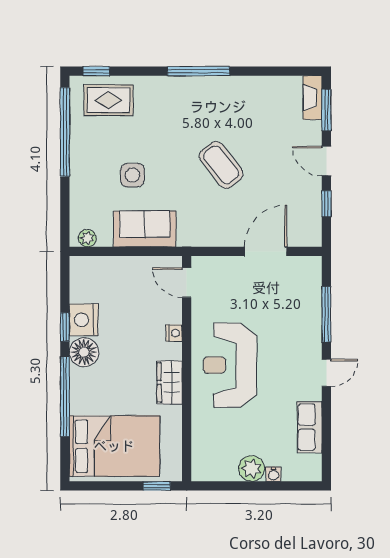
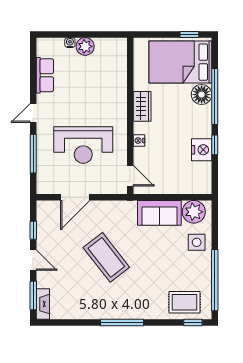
coffee table: (221, 165) -> (106, 257), width x1.36, depth x1.32
side table: (132, 175) -> (197, 242), moved
plant: (87, 238) -> (194, 212), width x1.88, depth x1.88
floor lamp: (84, 352) -> (202, 95), moved
reception desk: (230, 365) -> (83, 145), moved, turned 90
window: (157, 486) -> (189, 34), moved

